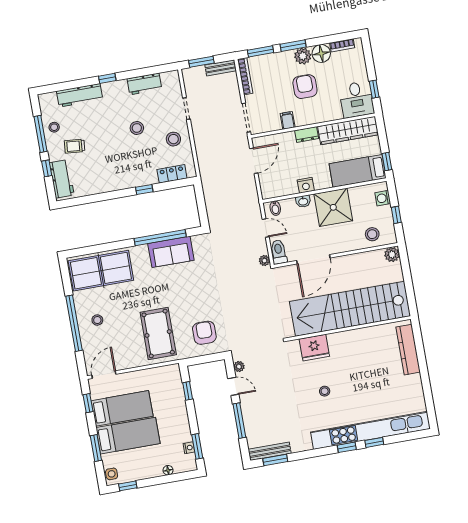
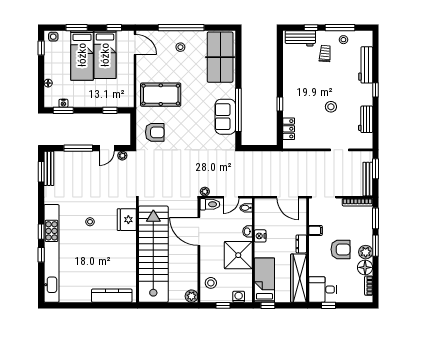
bench: (221, 68) -> (368, 179), width x1.36
stool: (173, 139) -> (317, 135), removed

